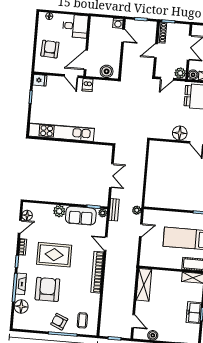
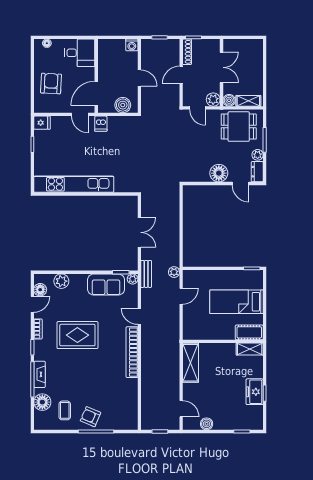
door: (123, 36) -> (139, 78), moved
door: (167, 79) -> (197, 108), hinge flipped
plant: (59, 211) -> (61, 281), moved
armchair: (47, 289) -> (73, 378), removed
coffee table: (82, 320) -> (65, 410), moved

